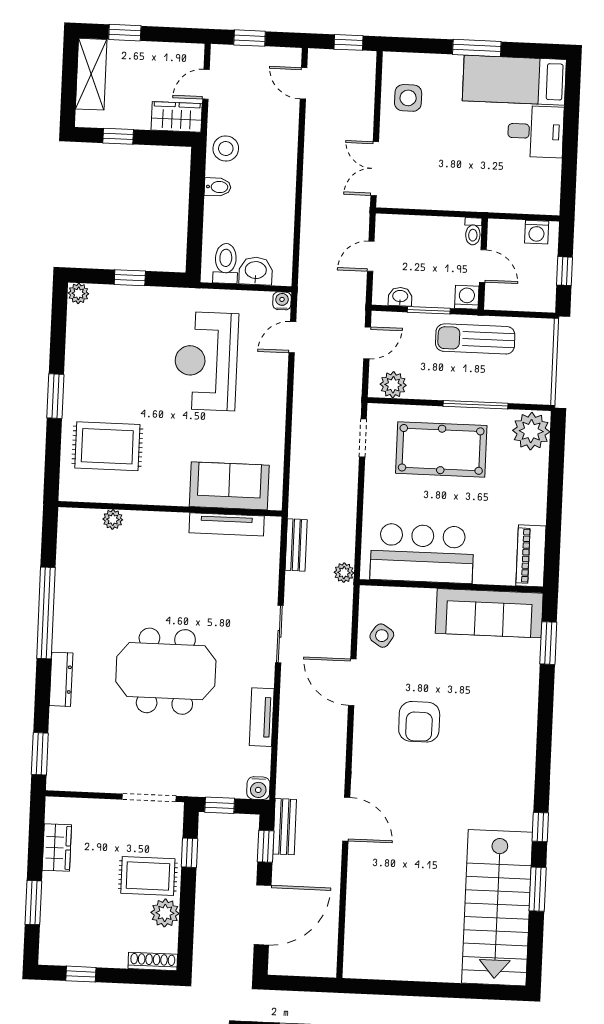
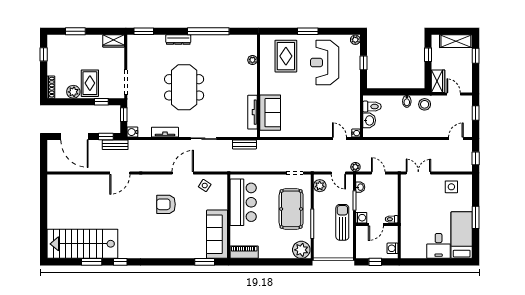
reception desk: (206, 361) -> (325, 63), moved, turned -90
plant: (344, 573) -> (355, 167), moved
wardrobe: (57, 847) -> (114, 41), moved

